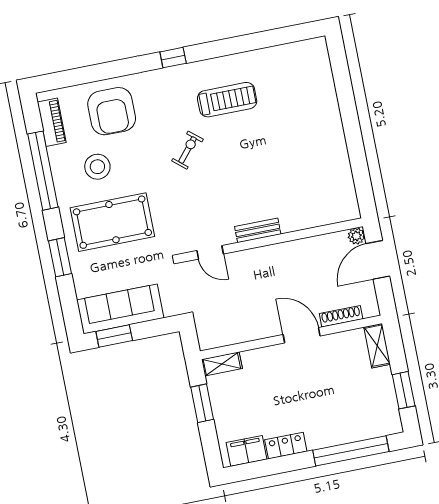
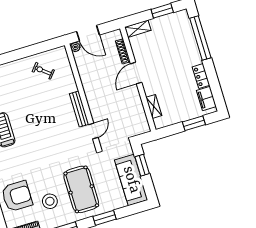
exercise bike: (188, 150) -> (43, 71), moved
bench: (258, 230) -> (79, 109), width x1.36
window: (114, 336) -> (142, 165), moved
shelving: (222, 364) -> (154, 106), moved
window: (202, 403) -> (194, 123), moved

